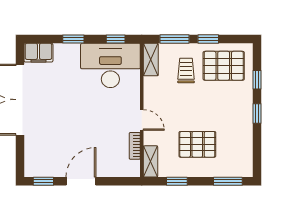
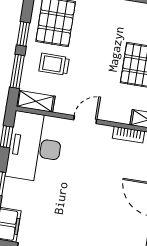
door: (142, 120) -> (85, 120), moved

